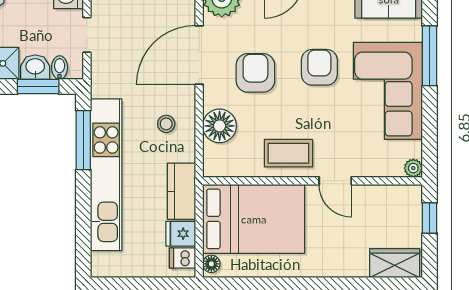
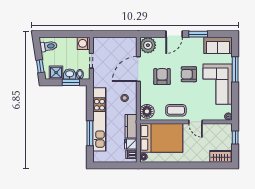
armchair: (319, 67) -> (189, 74), turned -90
floor lamp: (220, 126) -> (147, 111), moved
window: (83, 140) -> (90, 133), moved

